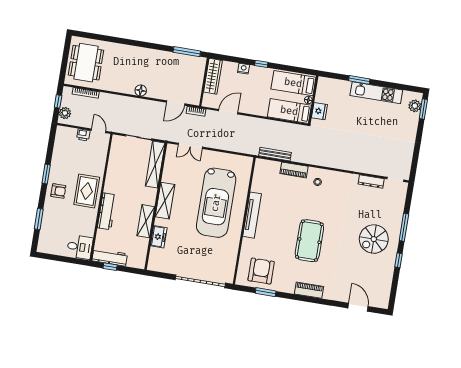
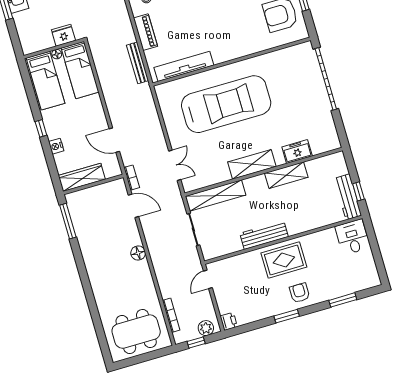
printer: (83, 135) -> (229, 321), moved
workbench: (107, 211) -> (264, 235), moved
tv unit: (252, 215) -> (184, 66), moved

